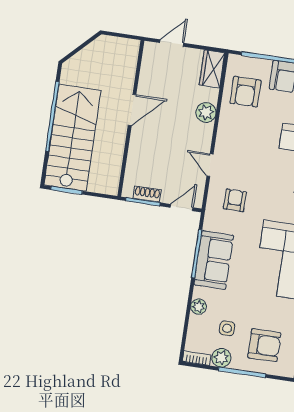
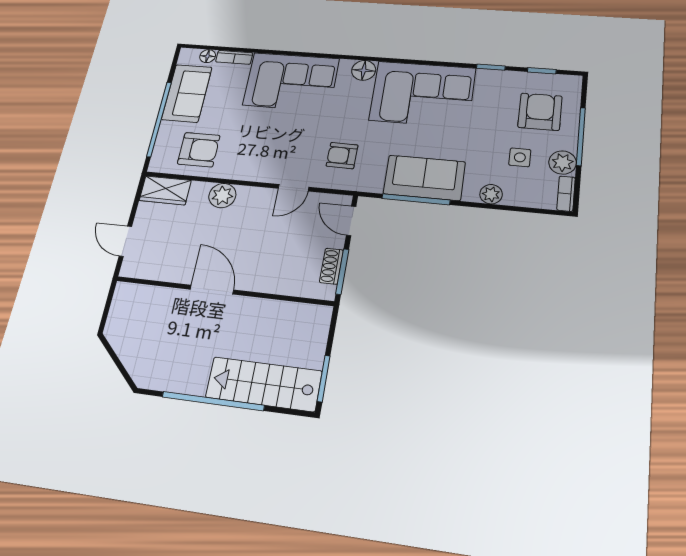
stairs: (72, 138) -> (264, 384), width x0.73, depth x0.66

